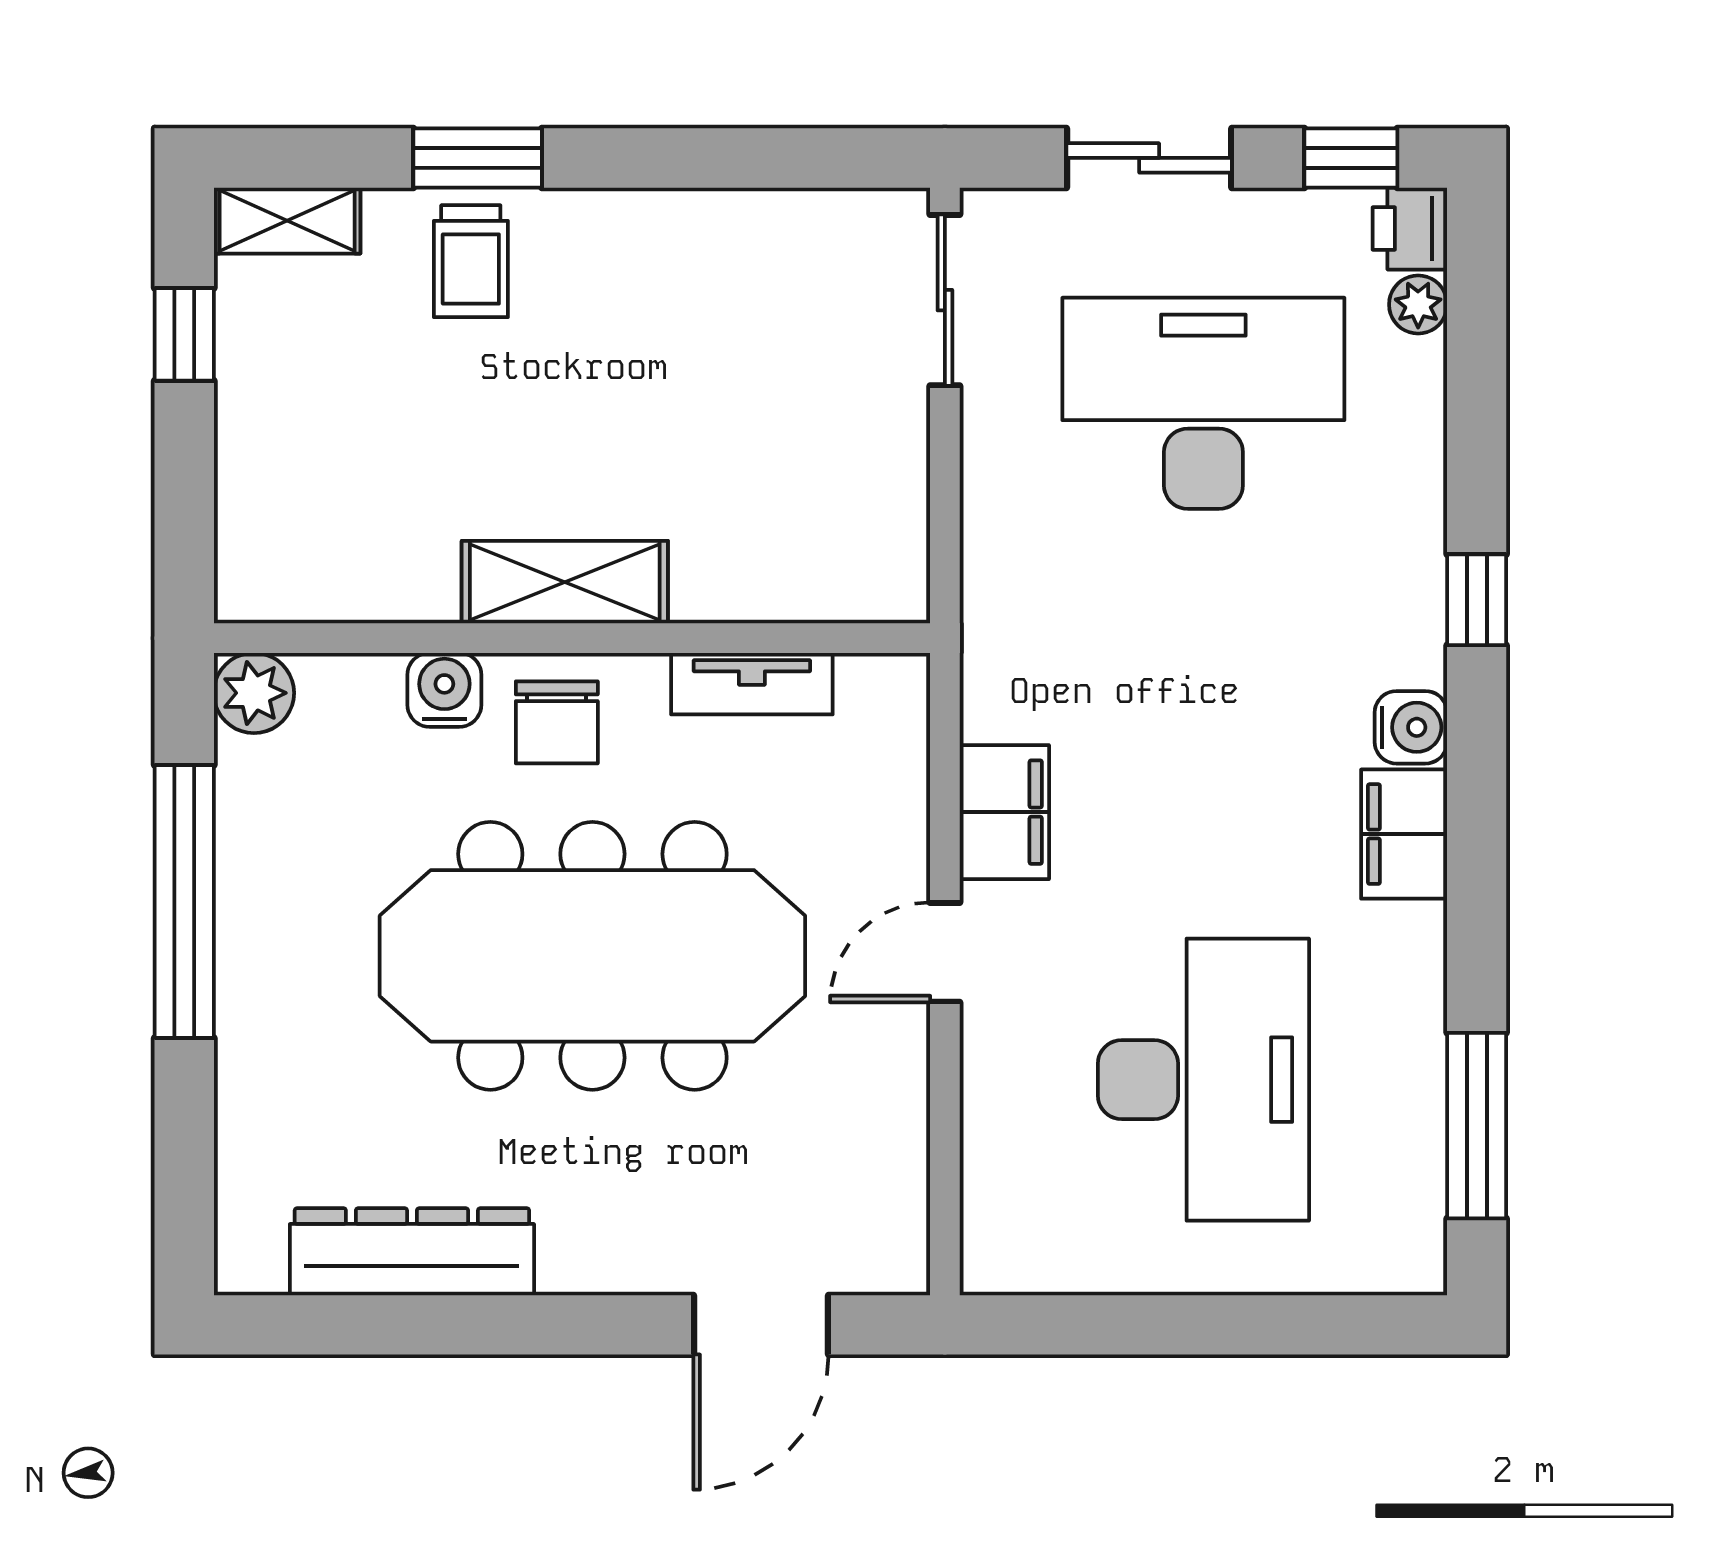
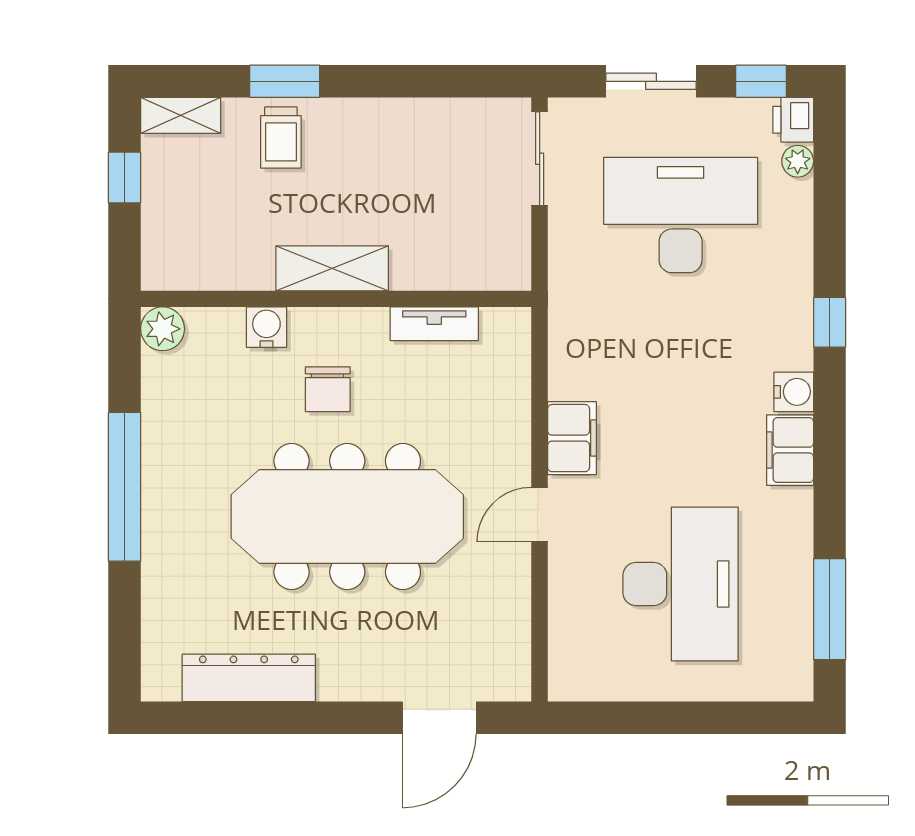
shelving: (565, 582) -> (332, 268), moved
wall: (572, 638) -> (336, 299), moved
tv unit: (752, 684) -> (434, 324), moved
water cooler: (444, 690) -> (266, 327), moved
plant: (254, 693) -> (163, 329), moved

